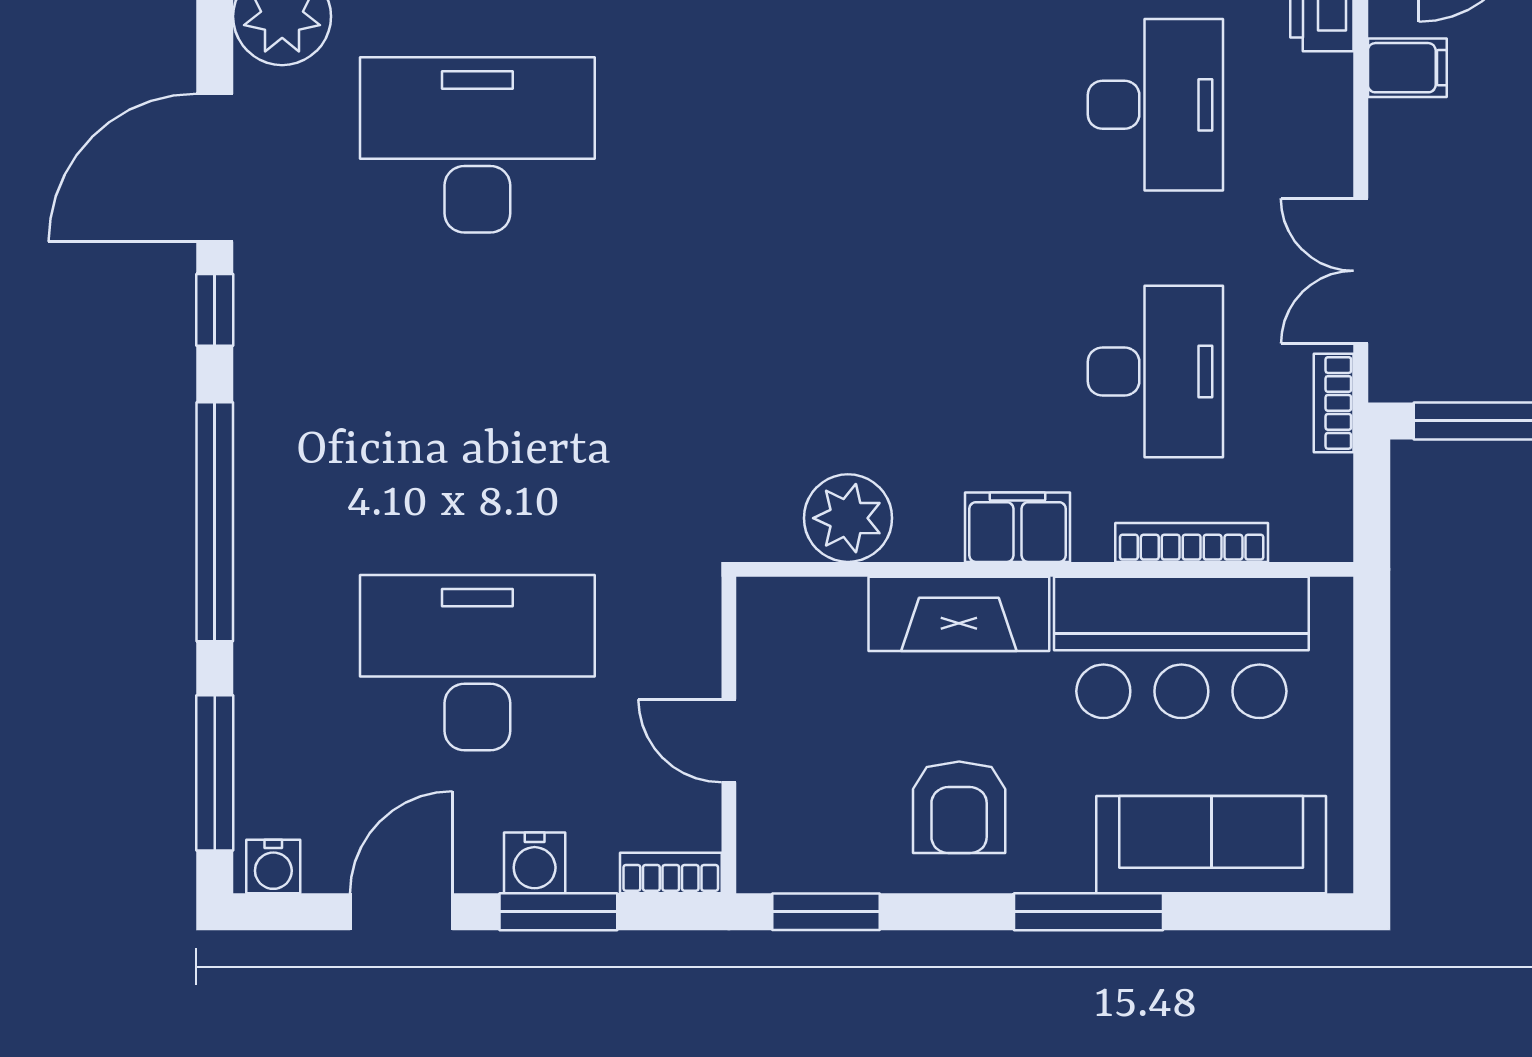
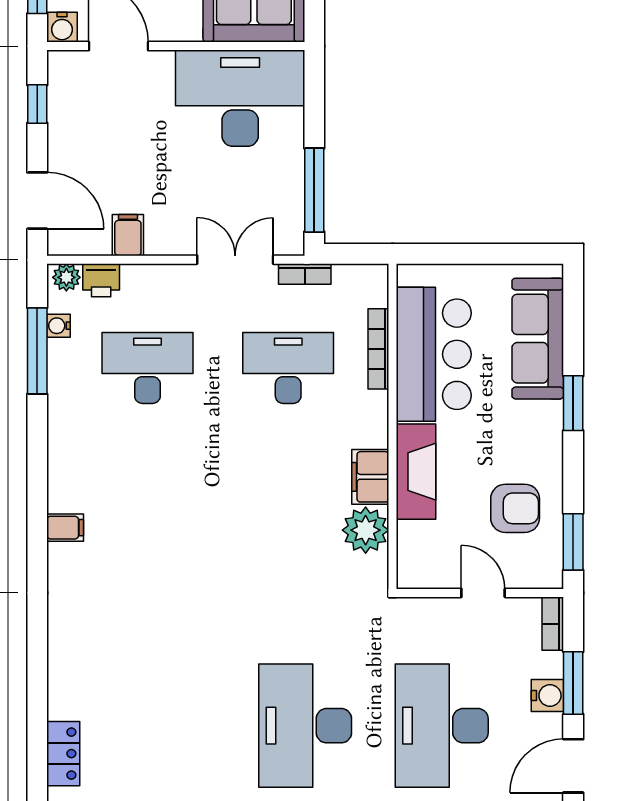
desk: (477, 145) -> (305, 726), moved
double door: (1361, 271) -> (235, 260), swing flipped
filing cabinet: (1018, 527) -> (370, 477), moved
door: (729, 741) -> (483, 593), swing flipped
armchair: (959, 807) -> (515, 508), moved
door: (401, 912) -> (573, 766), hinge flipped
window: (1089, 912) -> (573, 403), width x0.69

